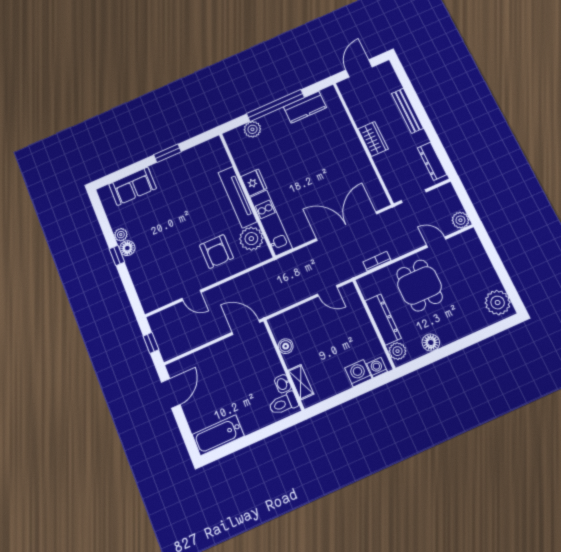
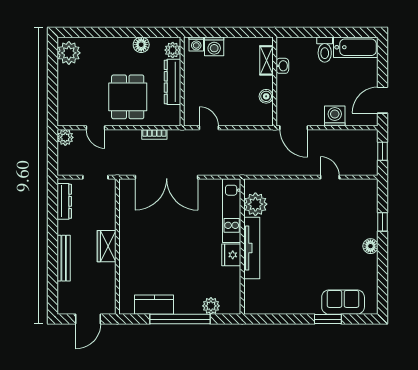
window: (167, 153) -> (328, 319), moved
plant: (121, 235) -> (371, 261), removed
armchair: (216, 252) -> (291, 207), removed
window: (117, 256) -> (383, 222), moved
washing machine: (211, 357) -> (335, 116), added
toilet: (283, 403) -> (325, 50), moved, turned 90

